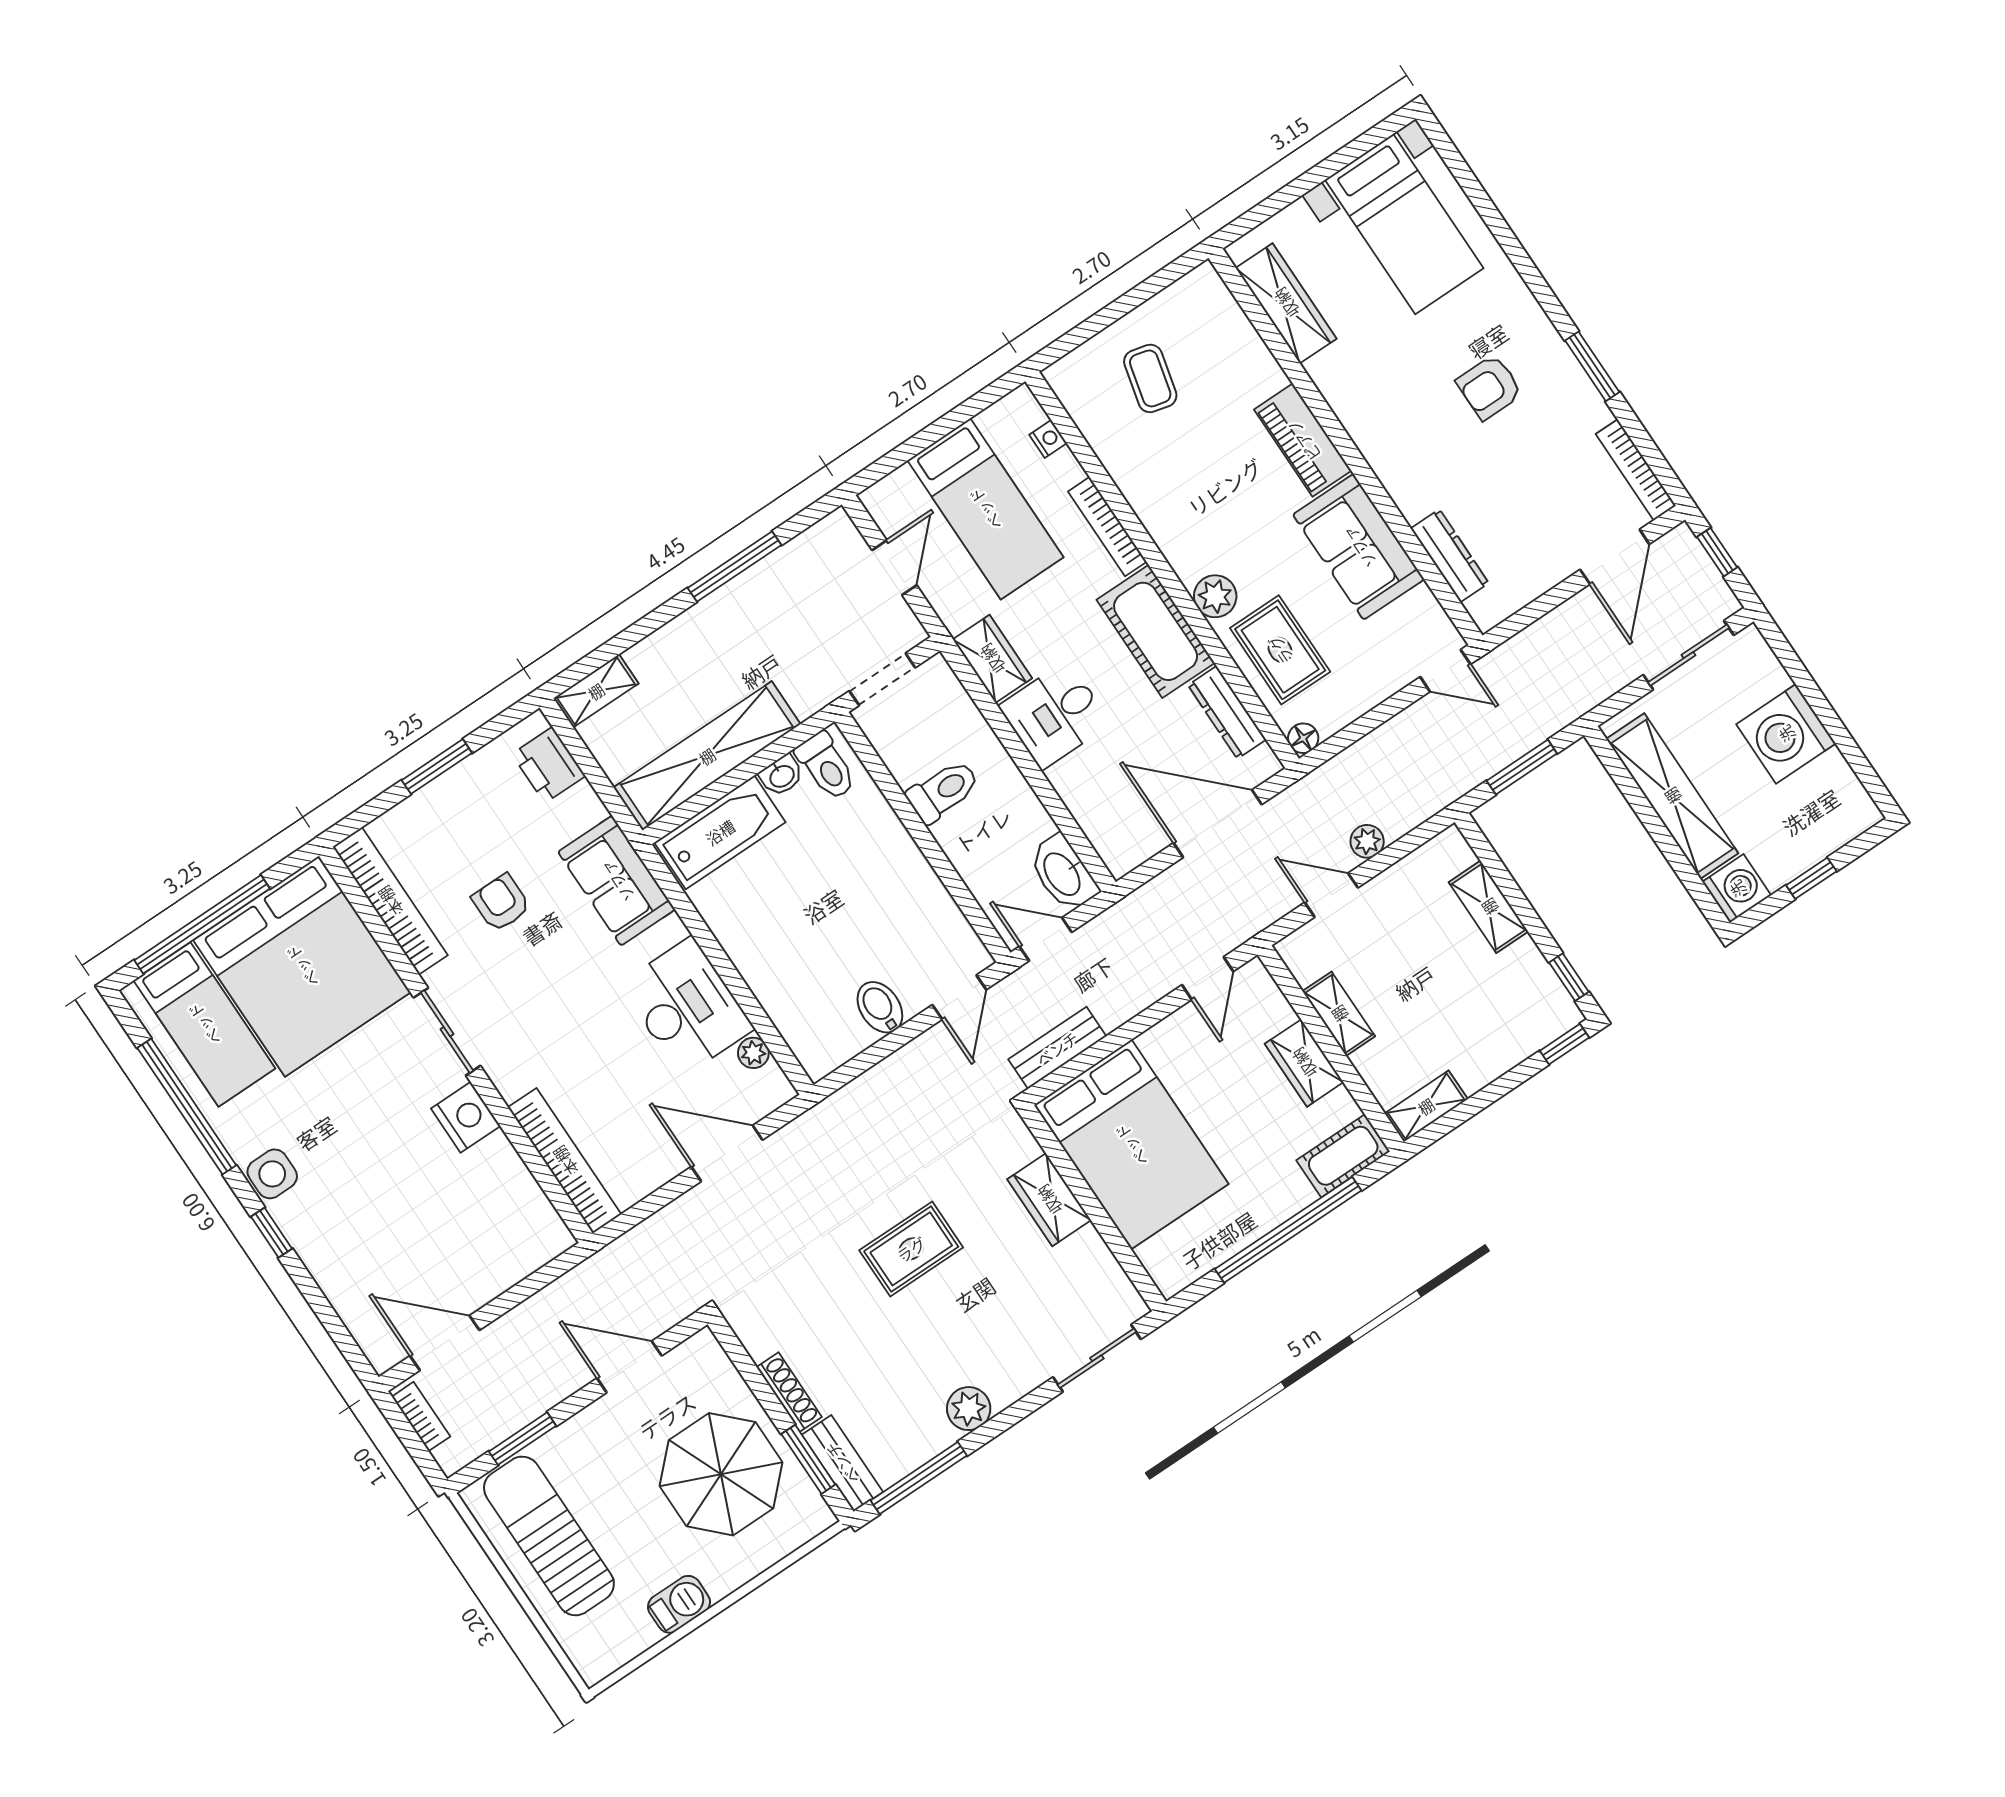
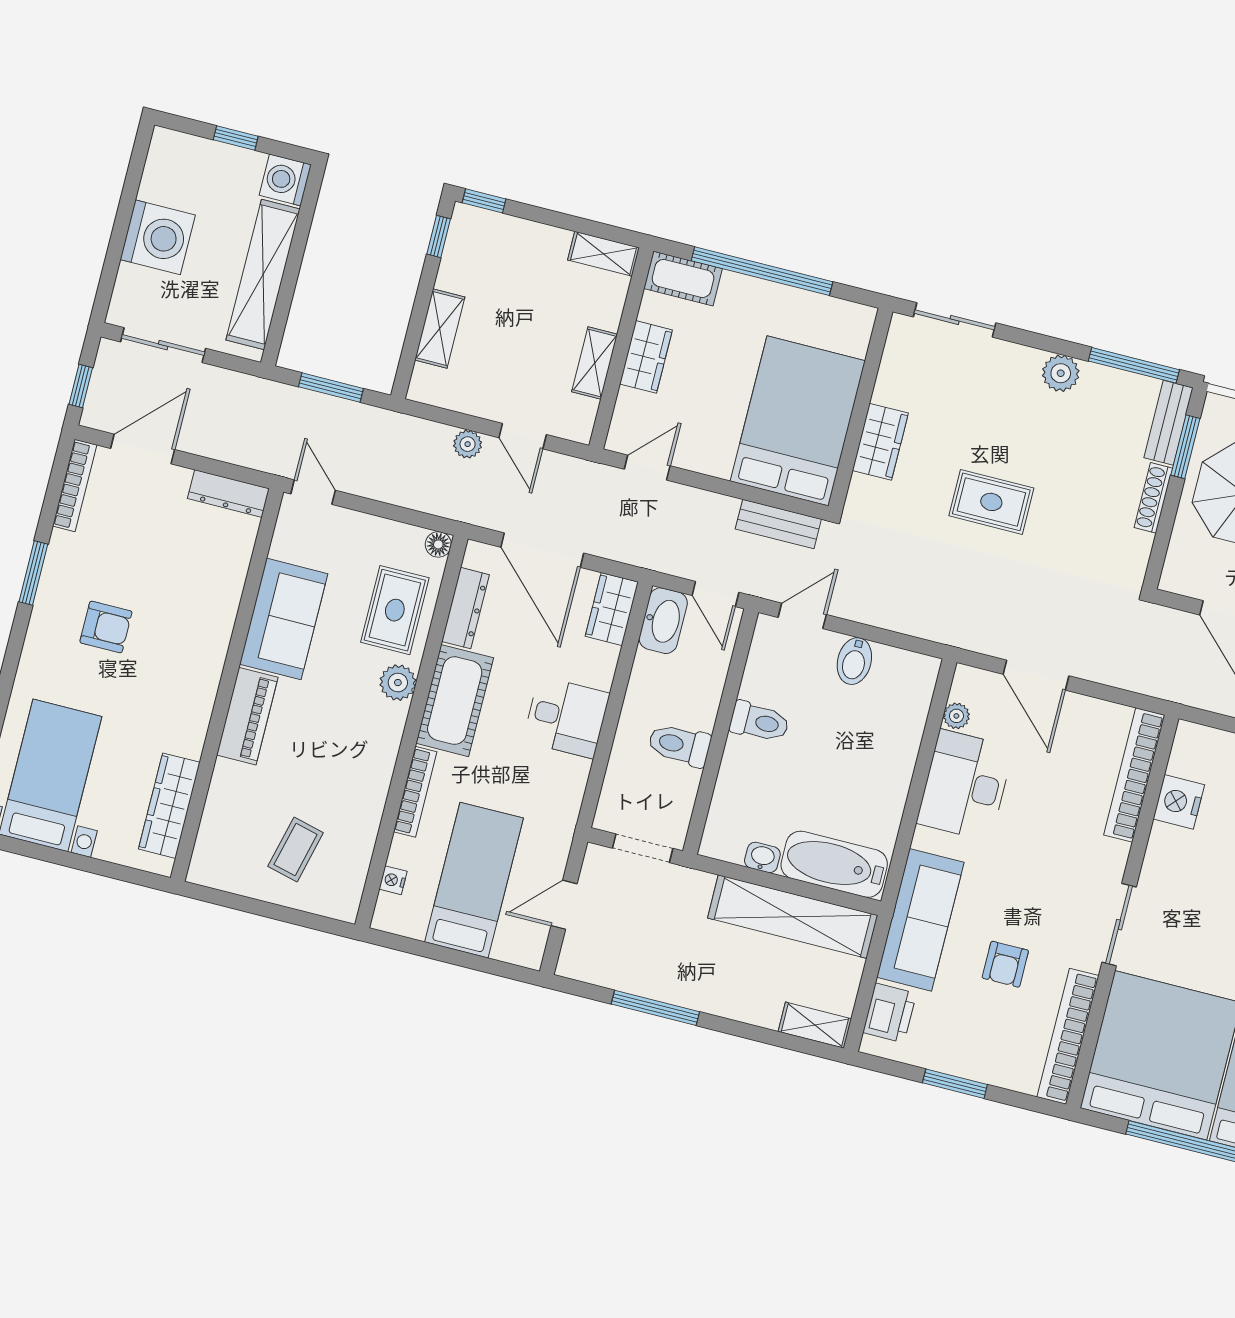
dresser: (1450, 556) -> (228, 494), moved, turned -90
wardrobe: (992, 659) -> (612, 609), moved
toilet: (826, 766) -> (759, 722), moved, turned 90
sofa: (617, 881) -> (920, 920), width x1.36
nightstand: (466, 1117) -> (1179, 802), moved

